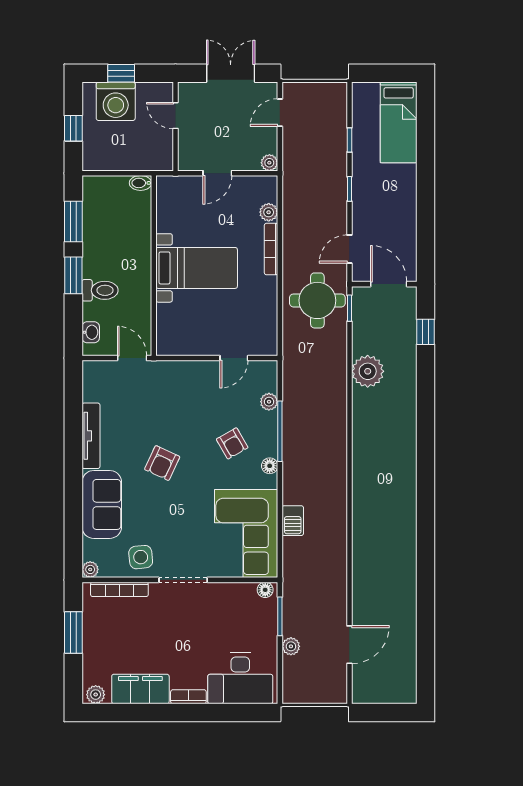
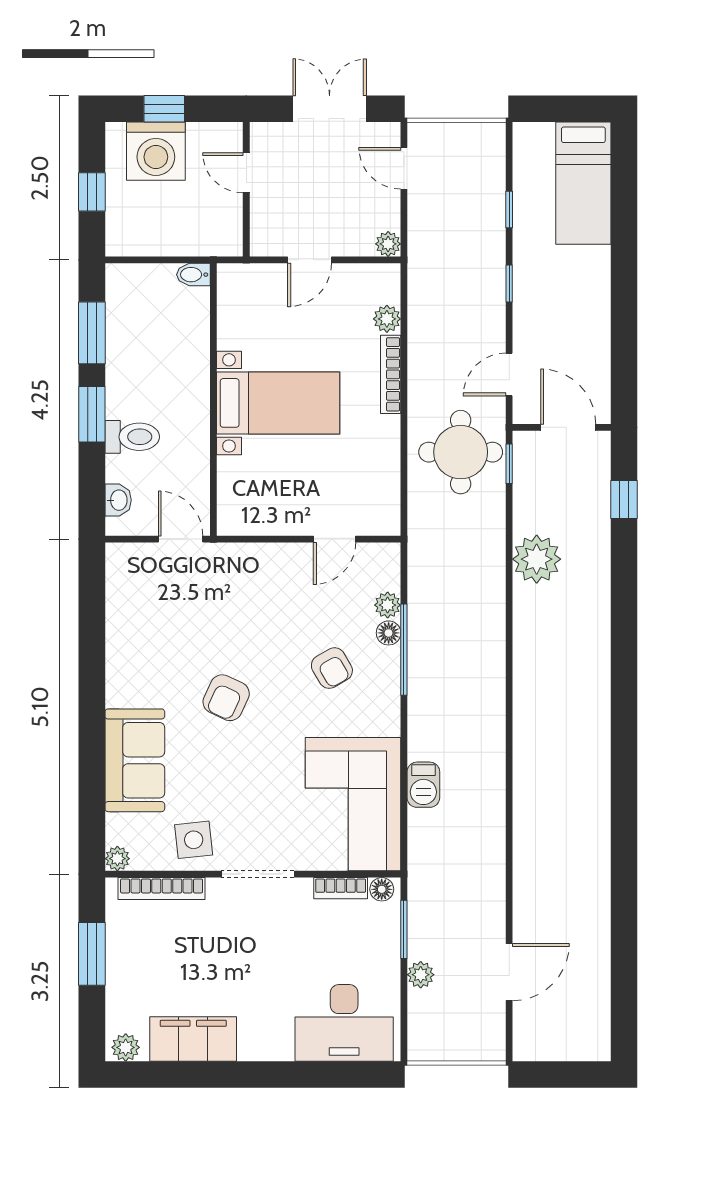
door: (280, 113) -> (404, 168), hinge flipped
tv unit: (91, 436) -> (118, 657), removed
floor lamp: (270, 466) -> (389, 633), moved
bookcase: (188, 697) -> (341, 888), moved, turned 180

